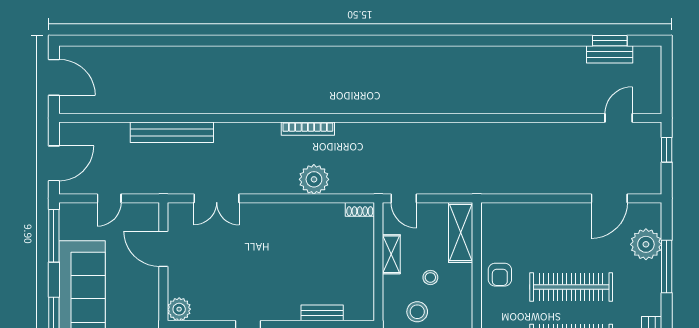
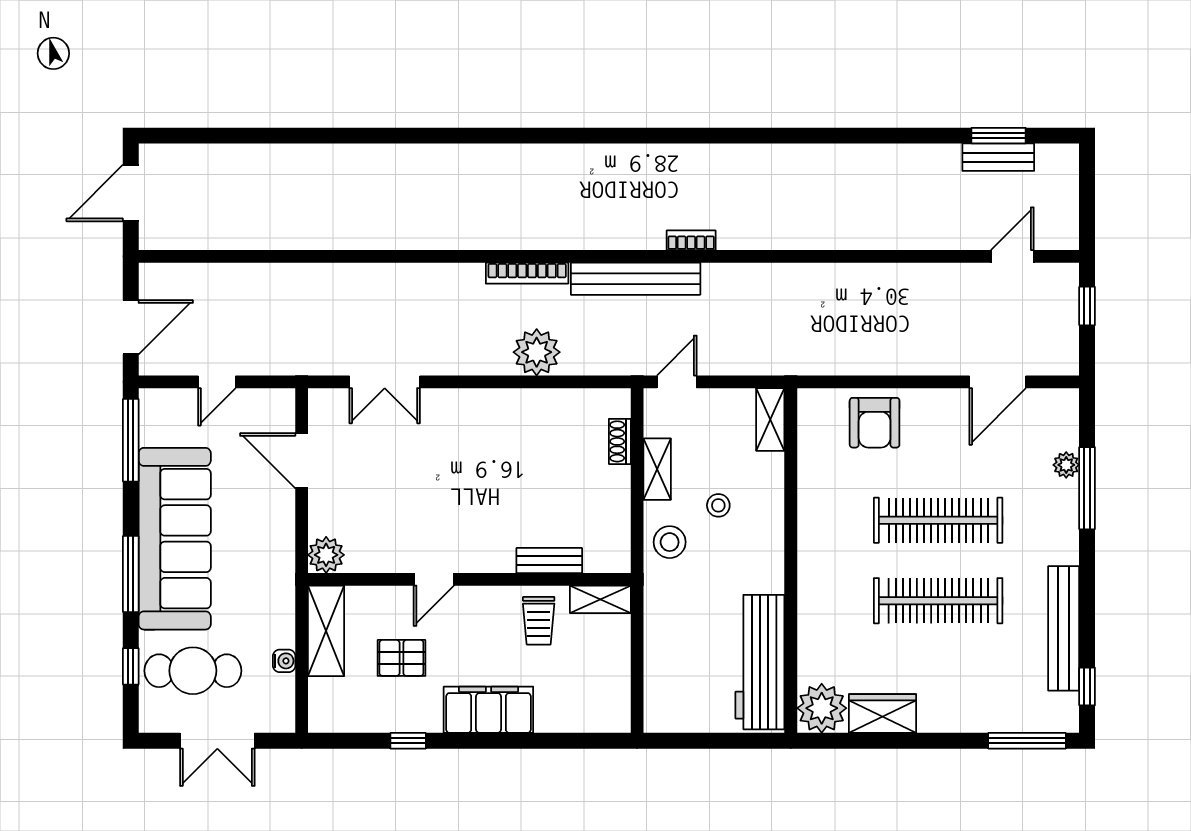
door: (54, 77) -> (131, 193), swing flipped
bookcase: (413, 108) -> (691, 240), added
bench: (172, 132) -> (636, 279), moved
door: (404, 198) -> (677, 382), swing flipped
shoe rack: (360, 209) -> (620, 441), moved, turned 90
shelving: (461, 233) -> (770, 419), width x0.67, depth x0.75
plant: (646, 244) -> (1066, 465), width x0.53, depth x0.53
armchair: (500, 275) -> (875, 423), moved, width x1.38, depth x1.38
stool: (417, 312) -> (670, 542), moved

